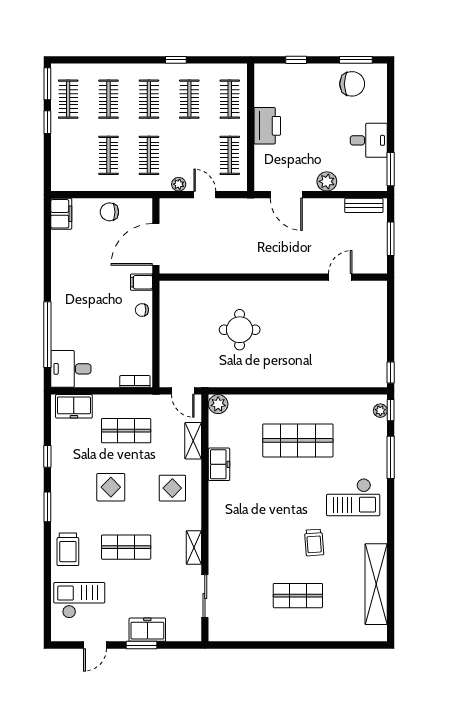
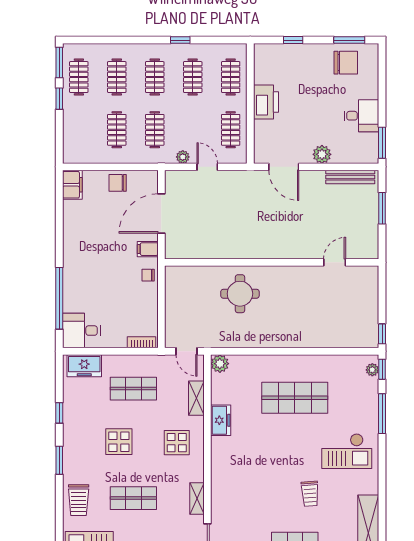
bench: (364, 205) -> (350, 177), width x1.36
wall: (273, 277) -> (272, 262), moved
door: (340, 277) -> (335, 262), moved

